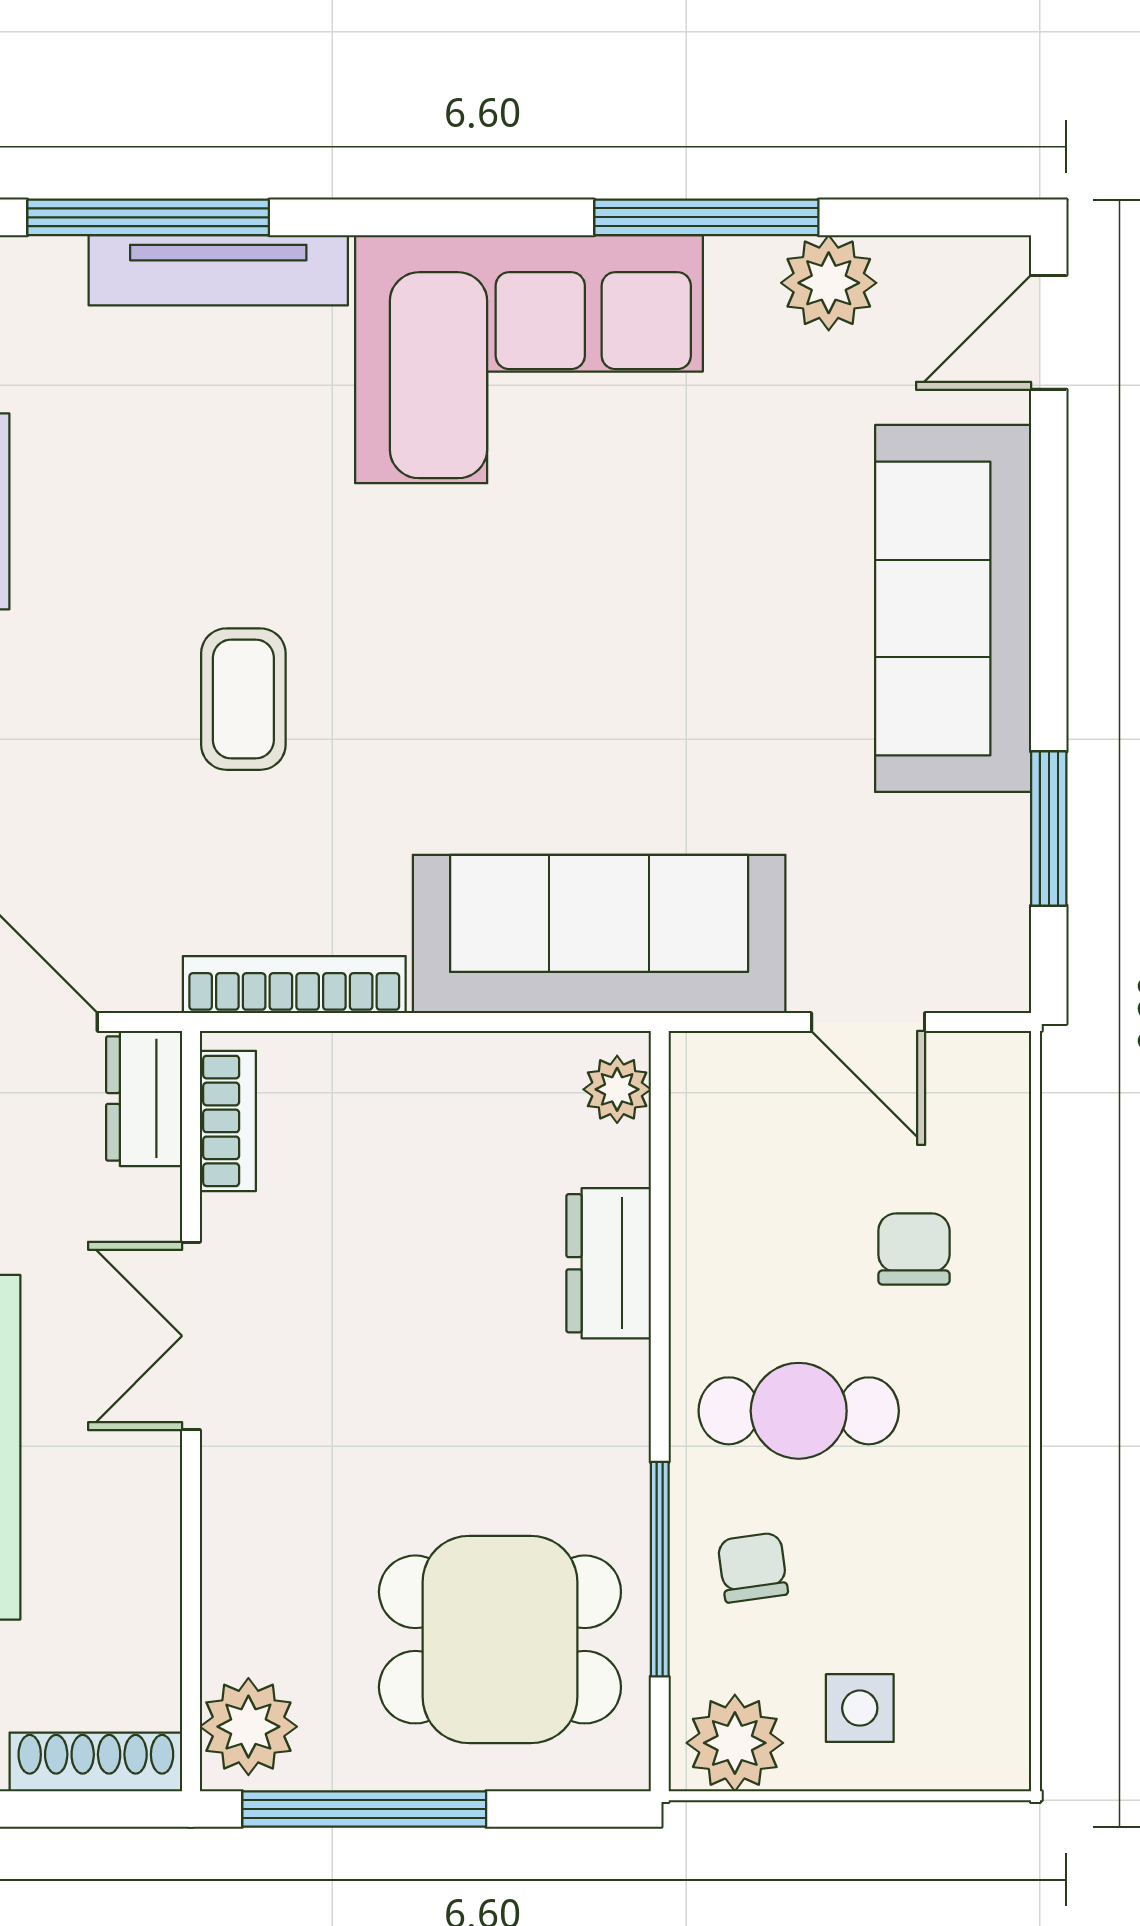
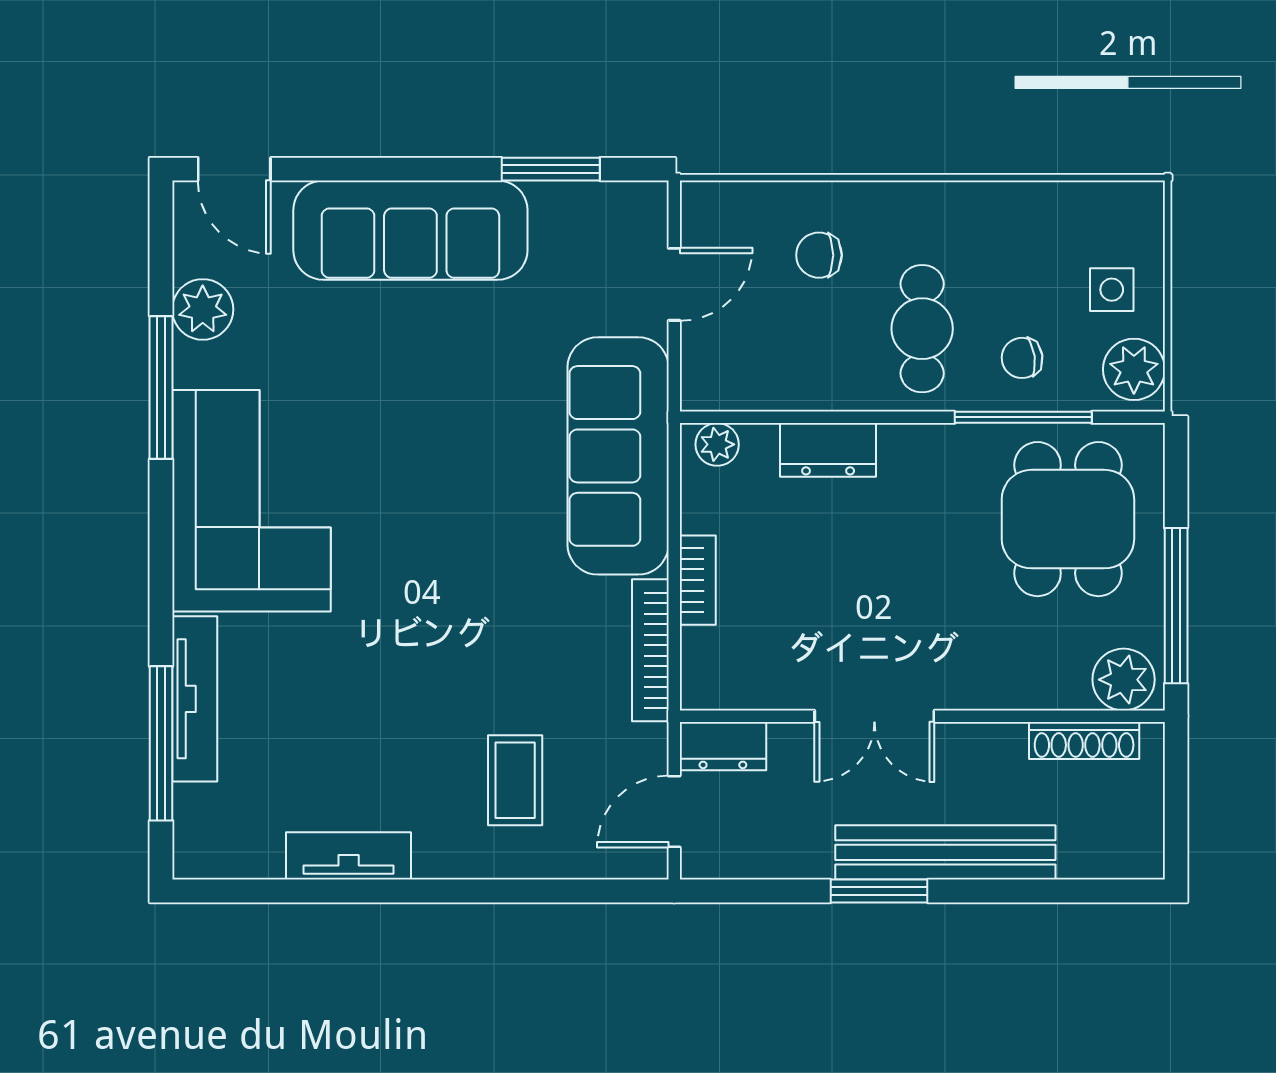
coffee table: (243, 699) -> (515, 780), moved, turned 90
bookcase: (228, 1121) -> (698, 580), moved, turned 90
shoe rack: (96, 1762) -> (1084, 741), moved, turned -90

